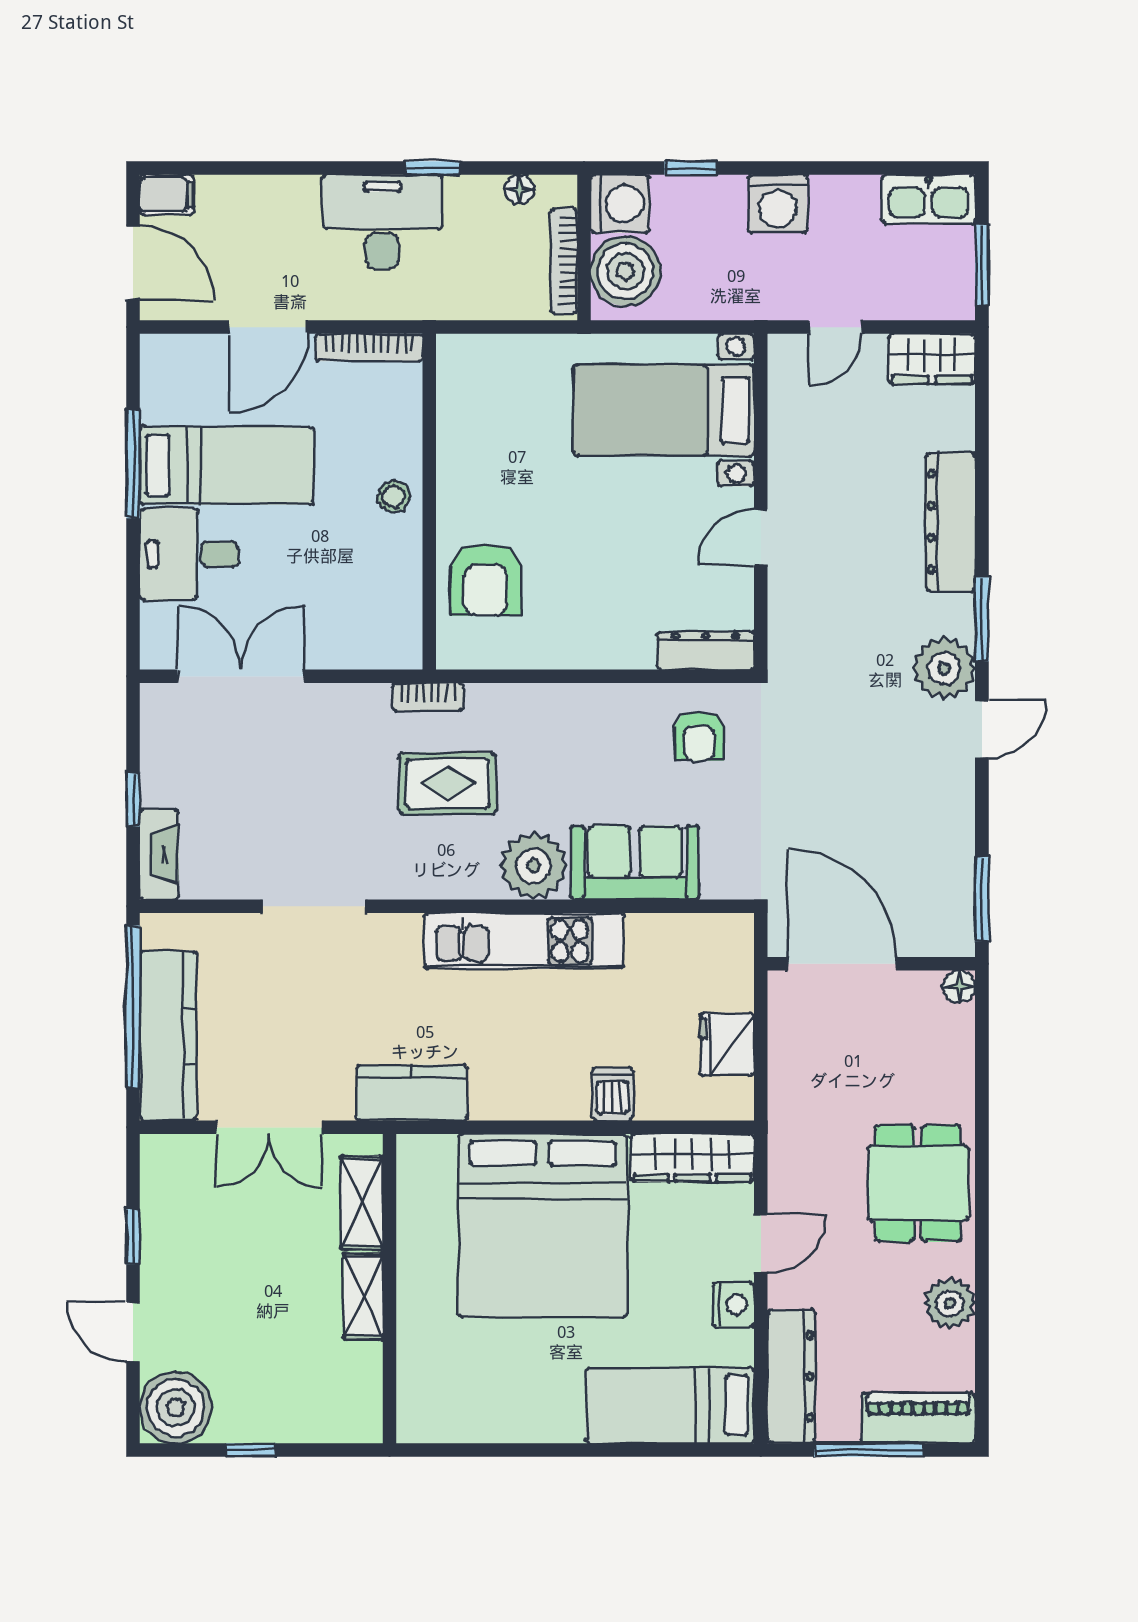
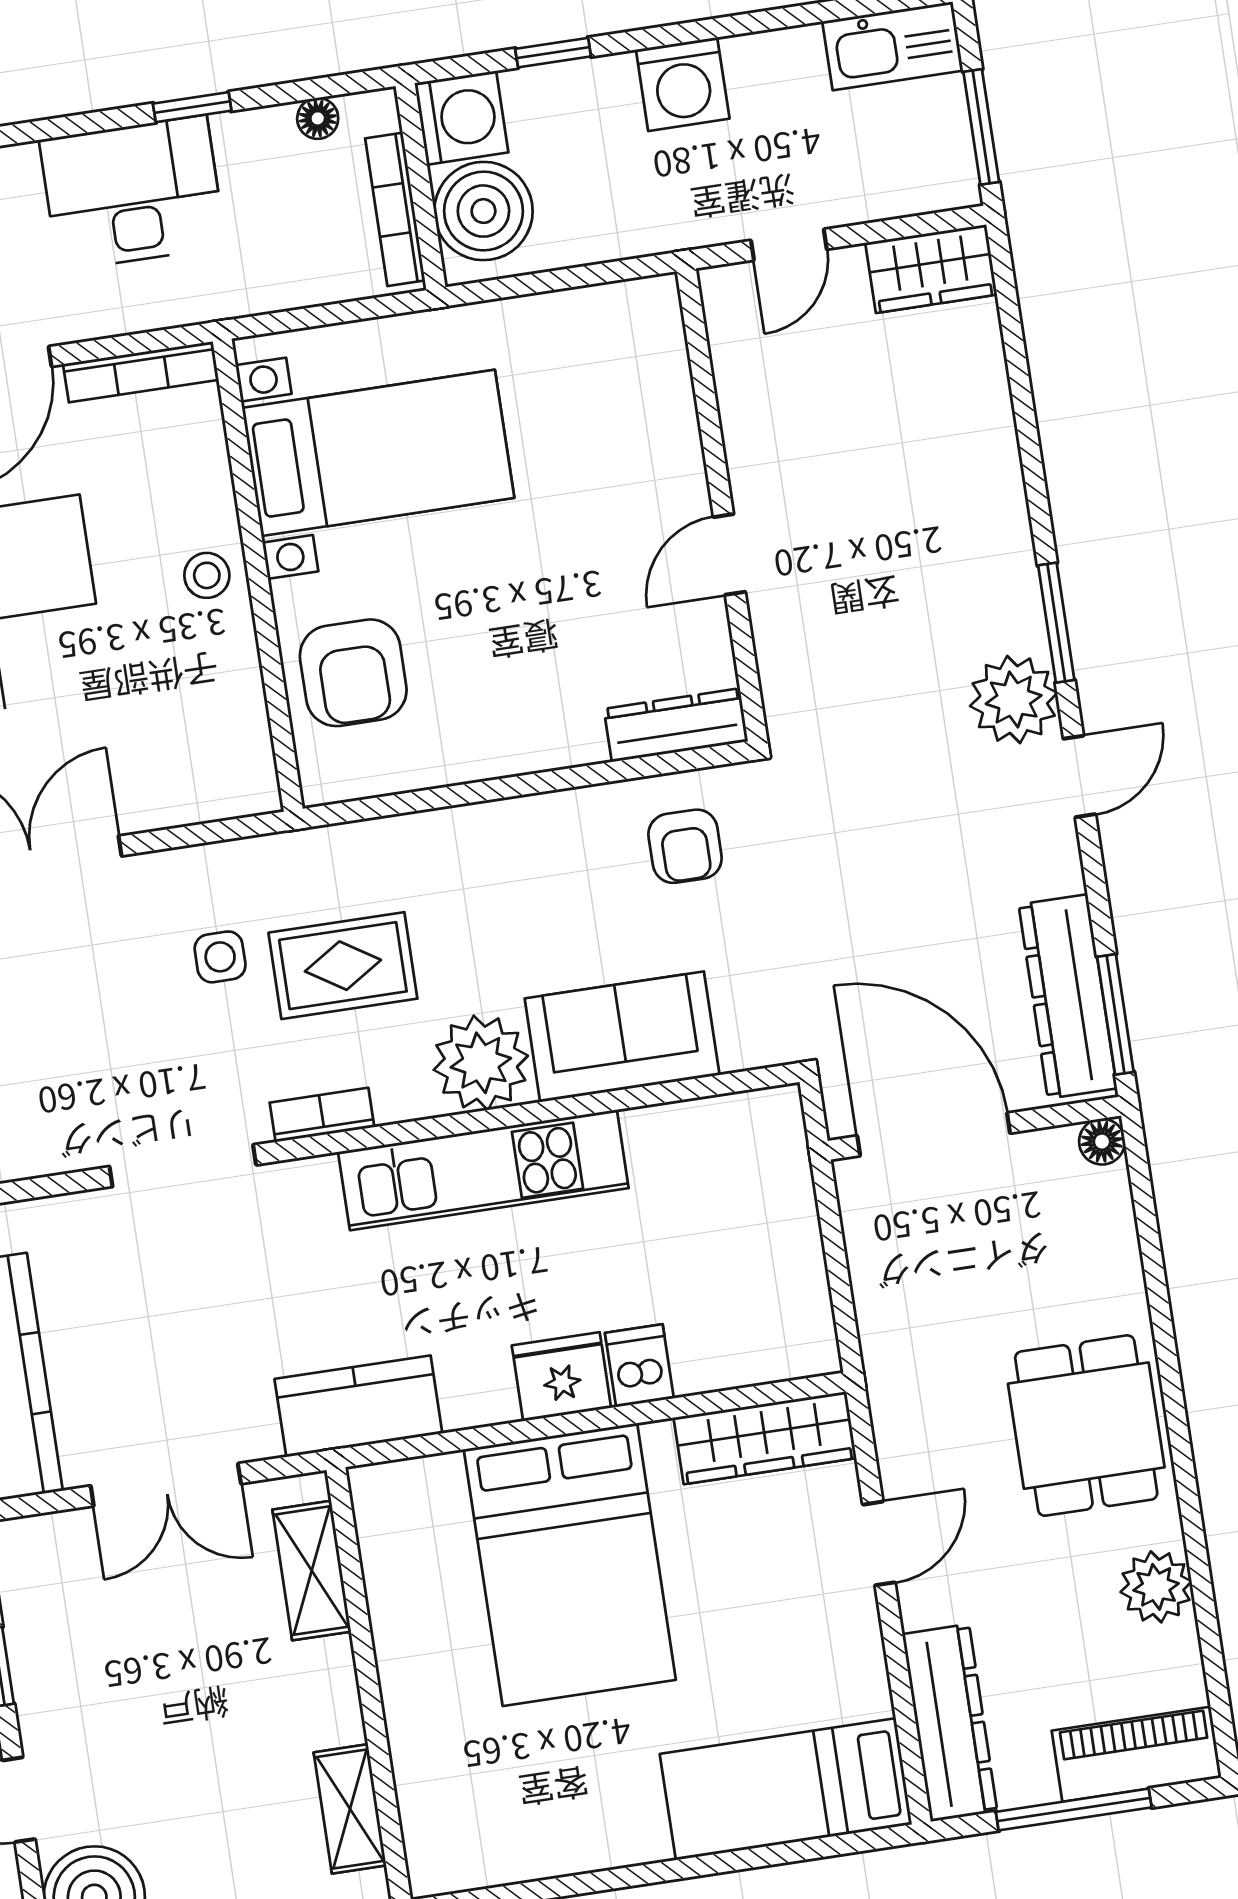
bed with nightstands: (664, 410) -> (378, 453), moved, turned 180
dresser: (950, 522) -> (1068, 996), moved
bookcase: (428, 697) -> (322, 1115), moved, turned 180
side table: (363, 764) -> (220, 957), added
fridge: (727, 1044) -> (561, 1377), moved, turned 90
bed: (543, 1226) -> (570, 1565), width x0.73
shelving: (363, 1296) -> (350, 1809), moved
nightstand: (733, 1305) -> (853, 1635), removed

